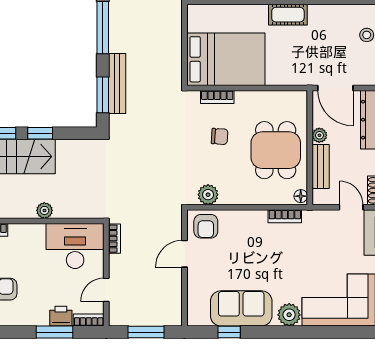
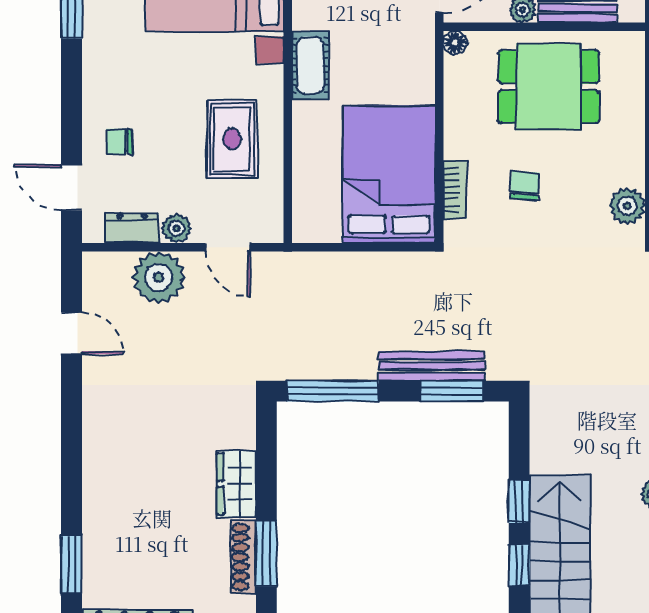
floor lamp: (301, 196) -> (455, 43), moved

